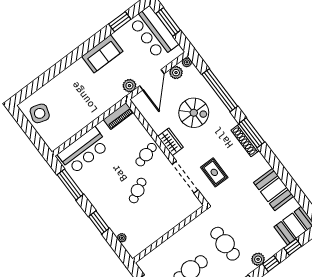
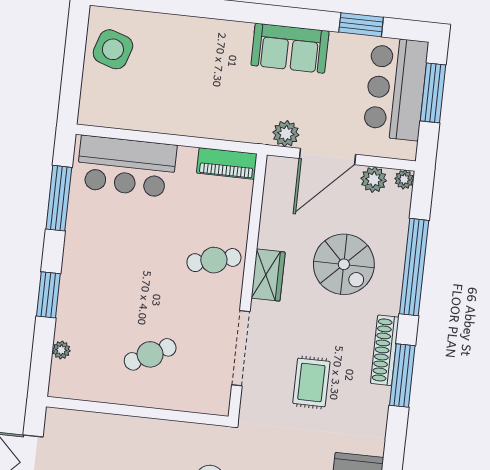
shoe rack: (245, 140) -> (385, 350), moved
rug: (214, 172) -> (311, 382), moved
cafe table: (138, 190) -> (150, 354), moved

